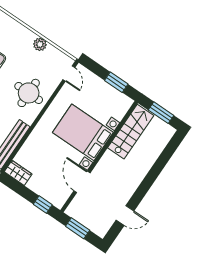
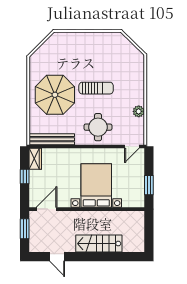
window: (161, 113) -> (149, 232), removed
stairs: (131, 132) -> (99, 244), moved, turned 180
door: (82, 182) -> (47, 209), moved
window: (43, 205) -> (25, 177), moved

